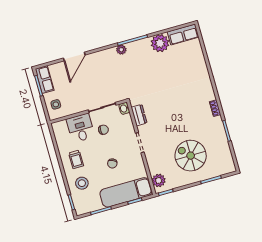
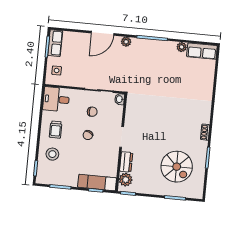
plant: (160, 43) -> (182, 47), width x0.53, depth x0.53
plant: (121, 50) -> (126, 42), moved
door: (74, 57) -> (103, 33), moved
dresser: (139, 115) -> (126, 162), moved
desk: (81, 128) -> (56, 99), moved, turned -90
spiral stairs: (191, 156) -> (177, 167), moved, turned 180
chair: (112, 163) -> (88, 135), moved
exam couch: (126, 192) -> (97, 183), width x0.73, depth x0.69

